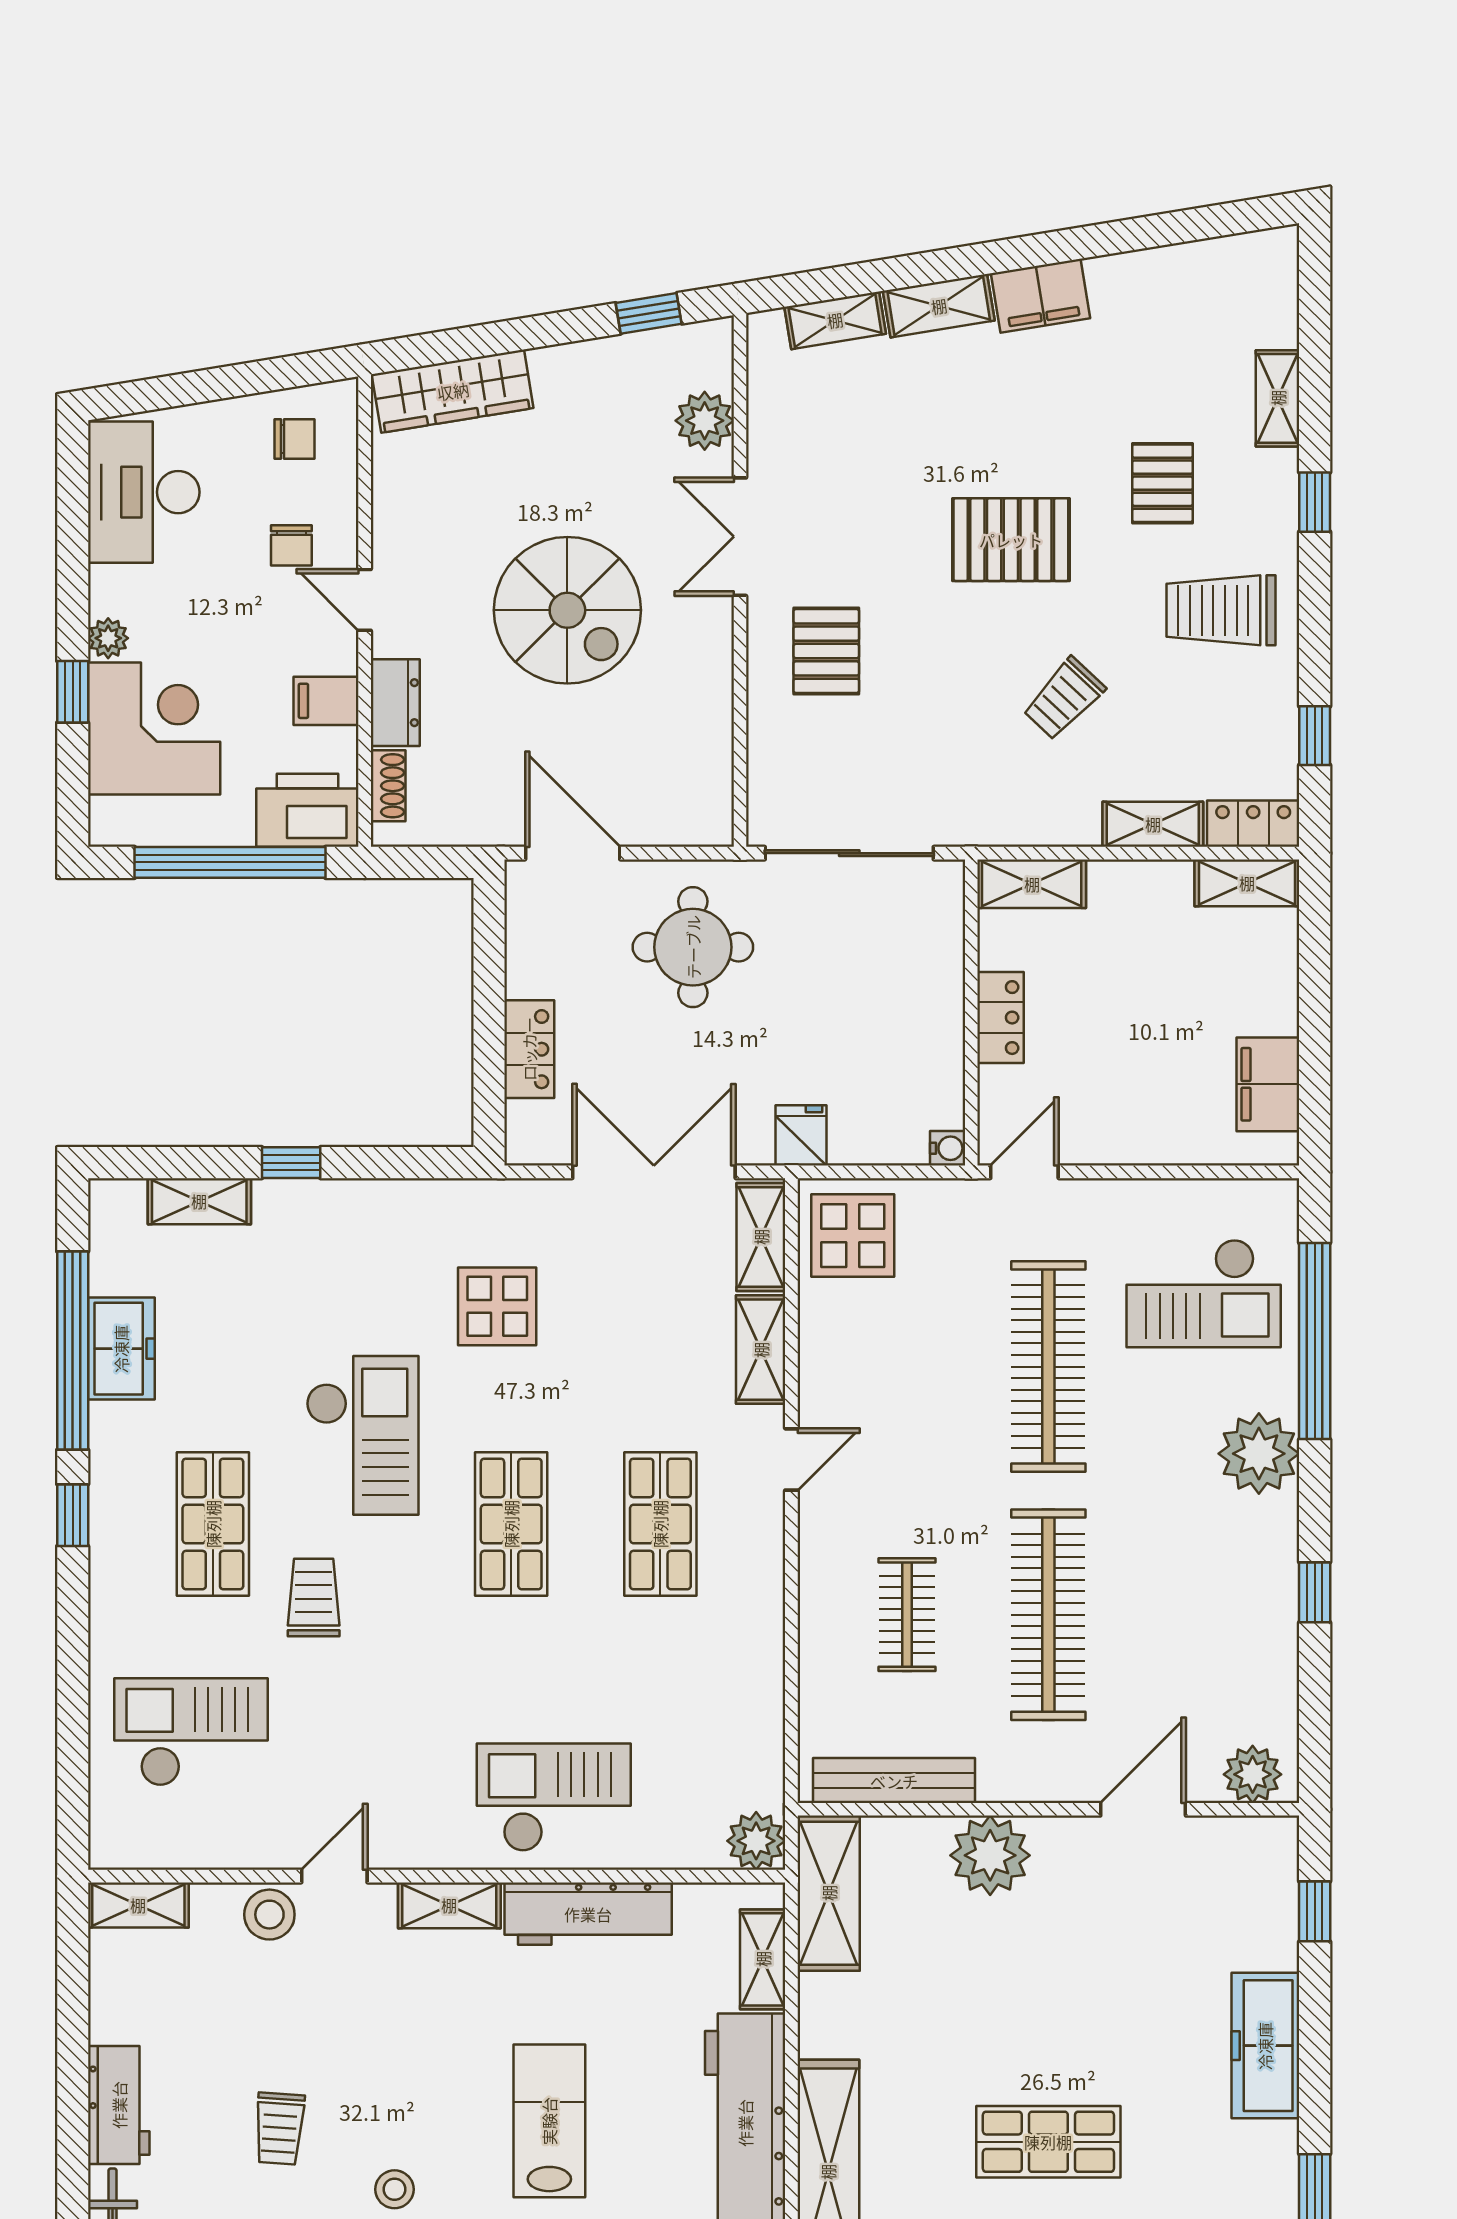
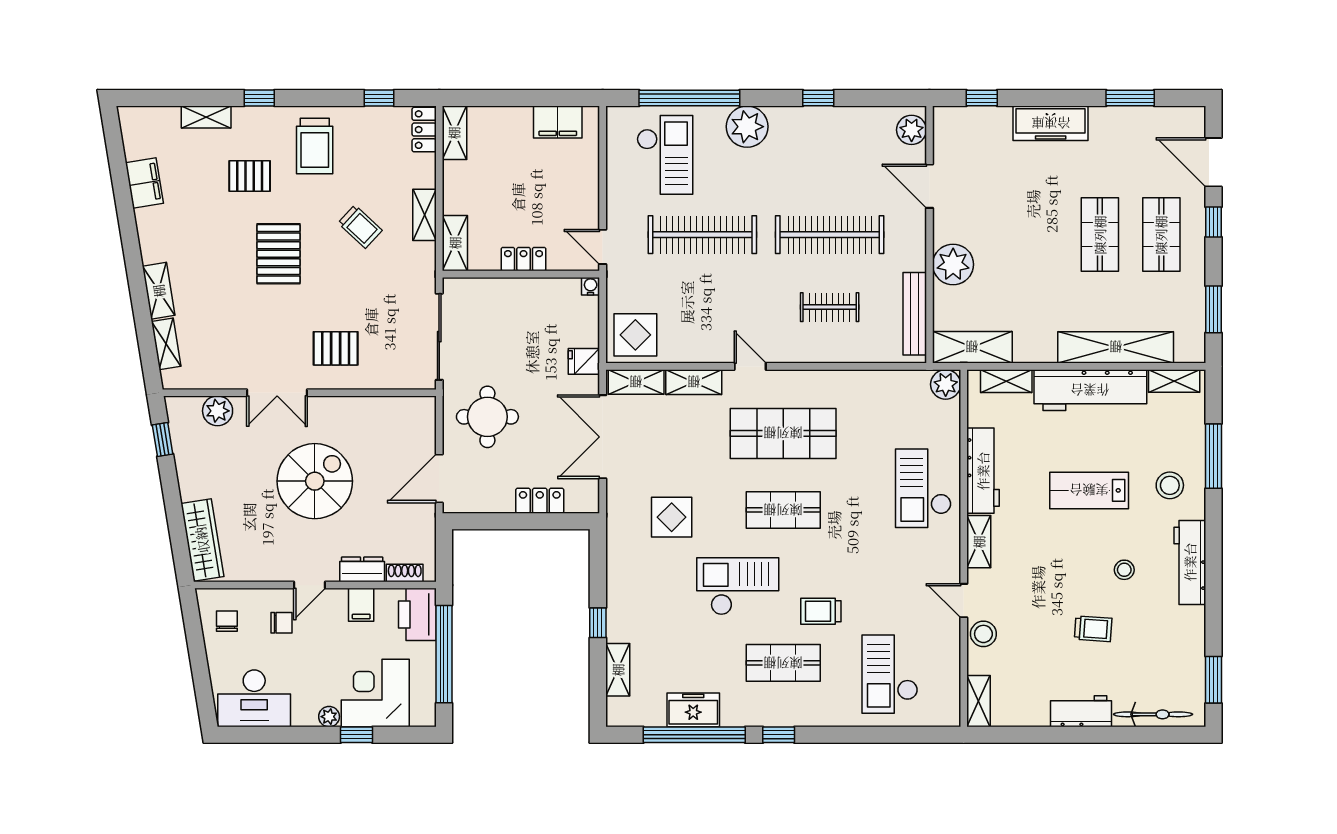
filing cabinet: (1041, 296) -> (144, 183), moved
shelving: (1153, 824) -> (424, 215), moved
shop shelf: (660, 1524) -> (783, 433), width x1.43, depth x1.36

